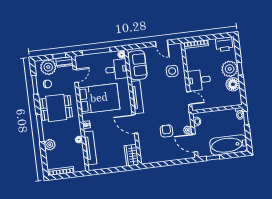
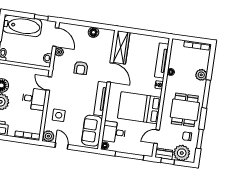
plant: (176, 49) -> (48, 136), added
dining table: (56, 108) -> (185, 110), turned 90
armchair: (166, 131) -> (81, 68), moved
wardrobe: (131, 155) -> (122, 47), width x1.50
floor lamp: (161, 157) -> (93, 32), added

